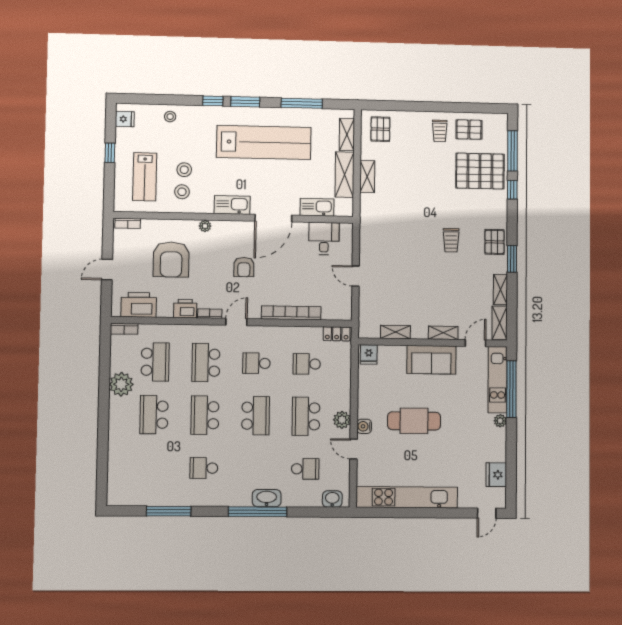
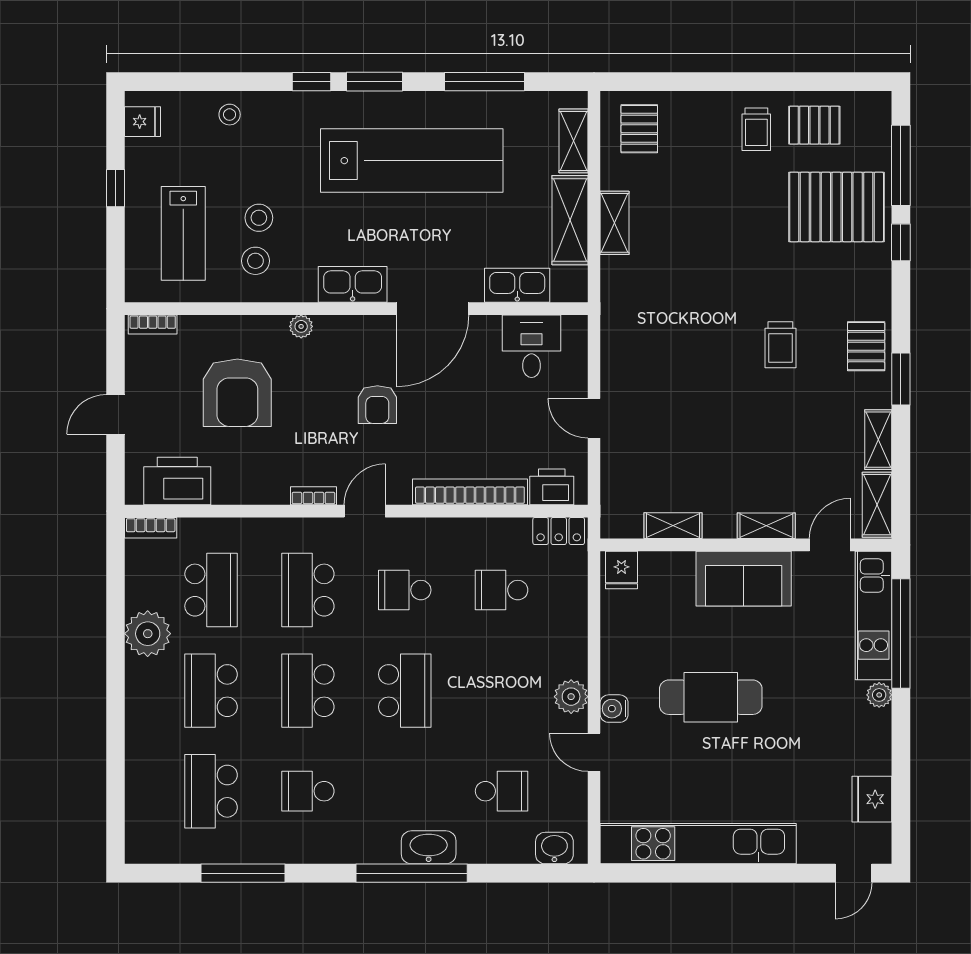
printer: (185, 309) -> (552, 487), moved
school desk: (306, 416) -> (211, 791), moved

